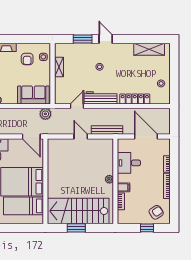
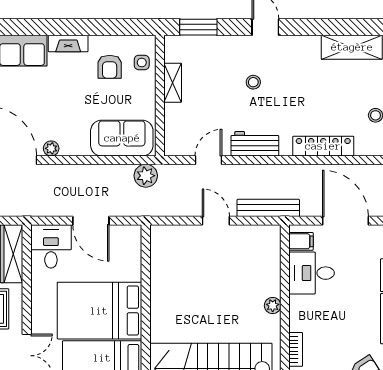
window: (83, 39) -> (198, 27), moved
workbench: (100, 98) -> (255, 144), width x0.73
door: (31, 136) -> (91, 221), moved
filing cabinet: (124, 187) -> (301, 241), moved

